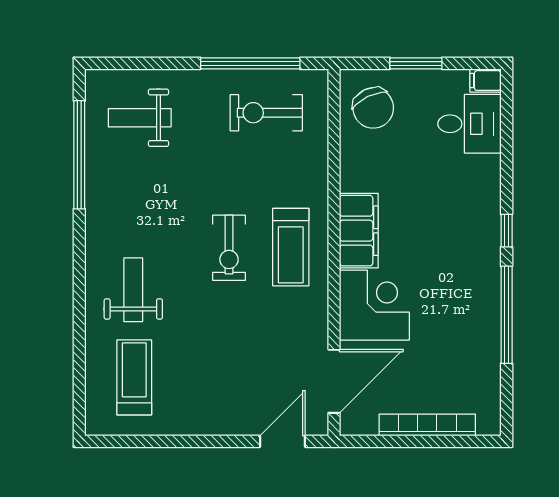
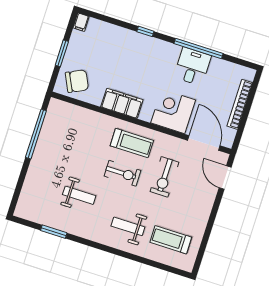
exercise bike: (266, 113) -> (165, 177), moved
weight bench: (140, 118) -> (79, 195), moved, turned -90
desk: (469, 124) -> (192, 66), moved
window: (79, 155) -> (54, 232), width x0.47
filing cabinet: (359, 231) -> (122, 103), moved
window: (507, 231) -> (145, 31), moved

